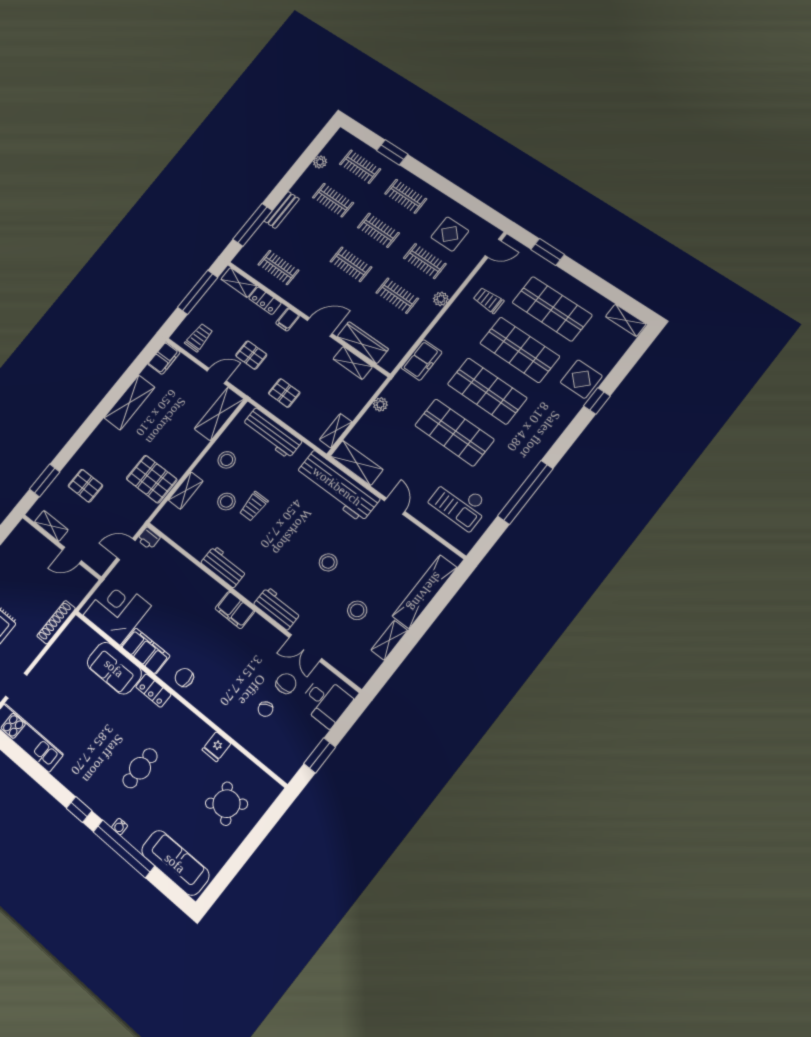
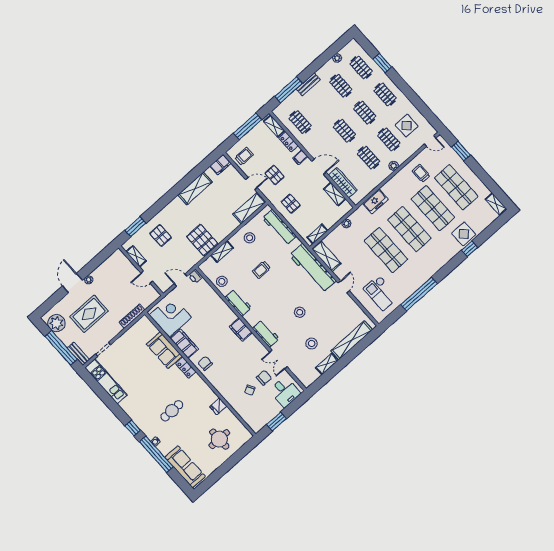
stool: (226, 501) -> (222, 281), moved
round table: (227, 804) -> (219, 439), turned 37

